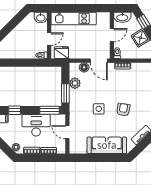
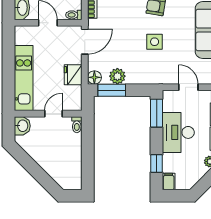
door: (49, 39) -> (53, 114), hinge flipped
fridge: (61, 53) -> (73, 75), moved
floor lamp: (84, 67) -> (94, 77), moved
window: (65, 93) -> (112, 90), moved
door: (67, 132) -> (188, 87), swing flipped

